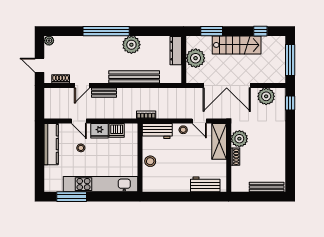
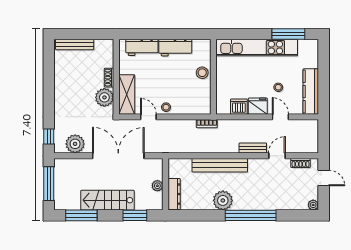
window: (260, 31) -> (81, 215), width x2.17
plant: (196, 58) -> (157, 186), width x0.53, depth x0.53
workbench: (157, 131) -> (175, 48), moved, turned 180

